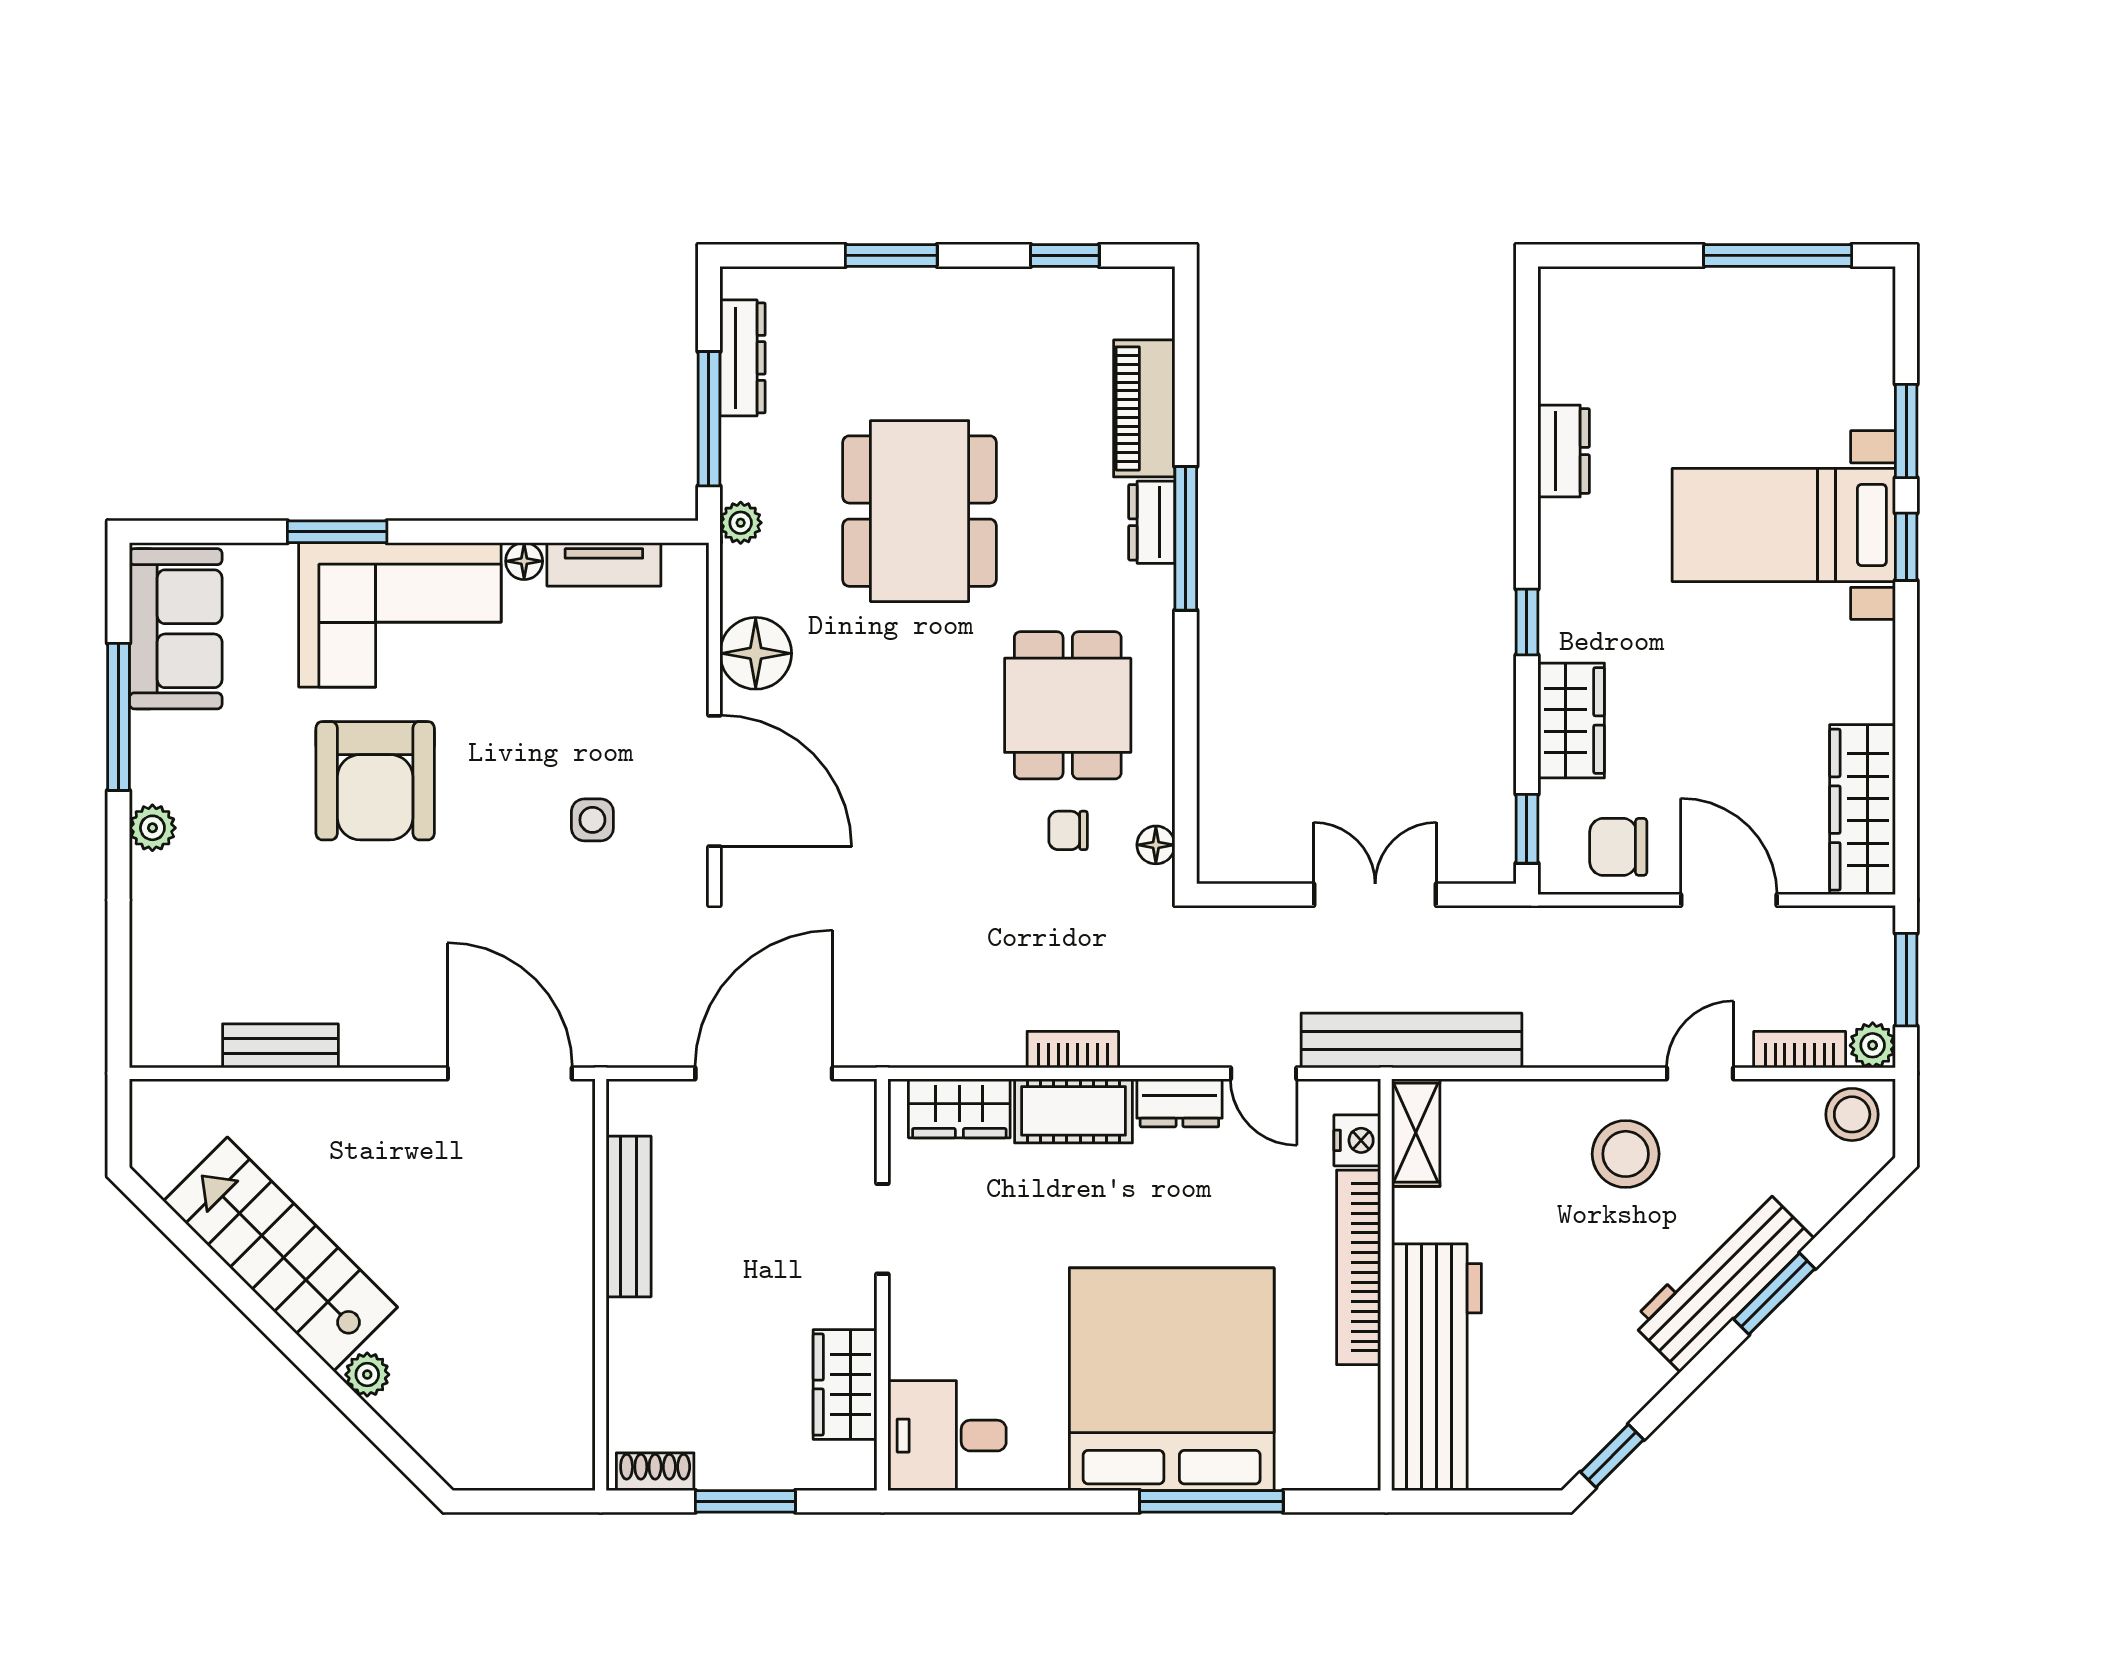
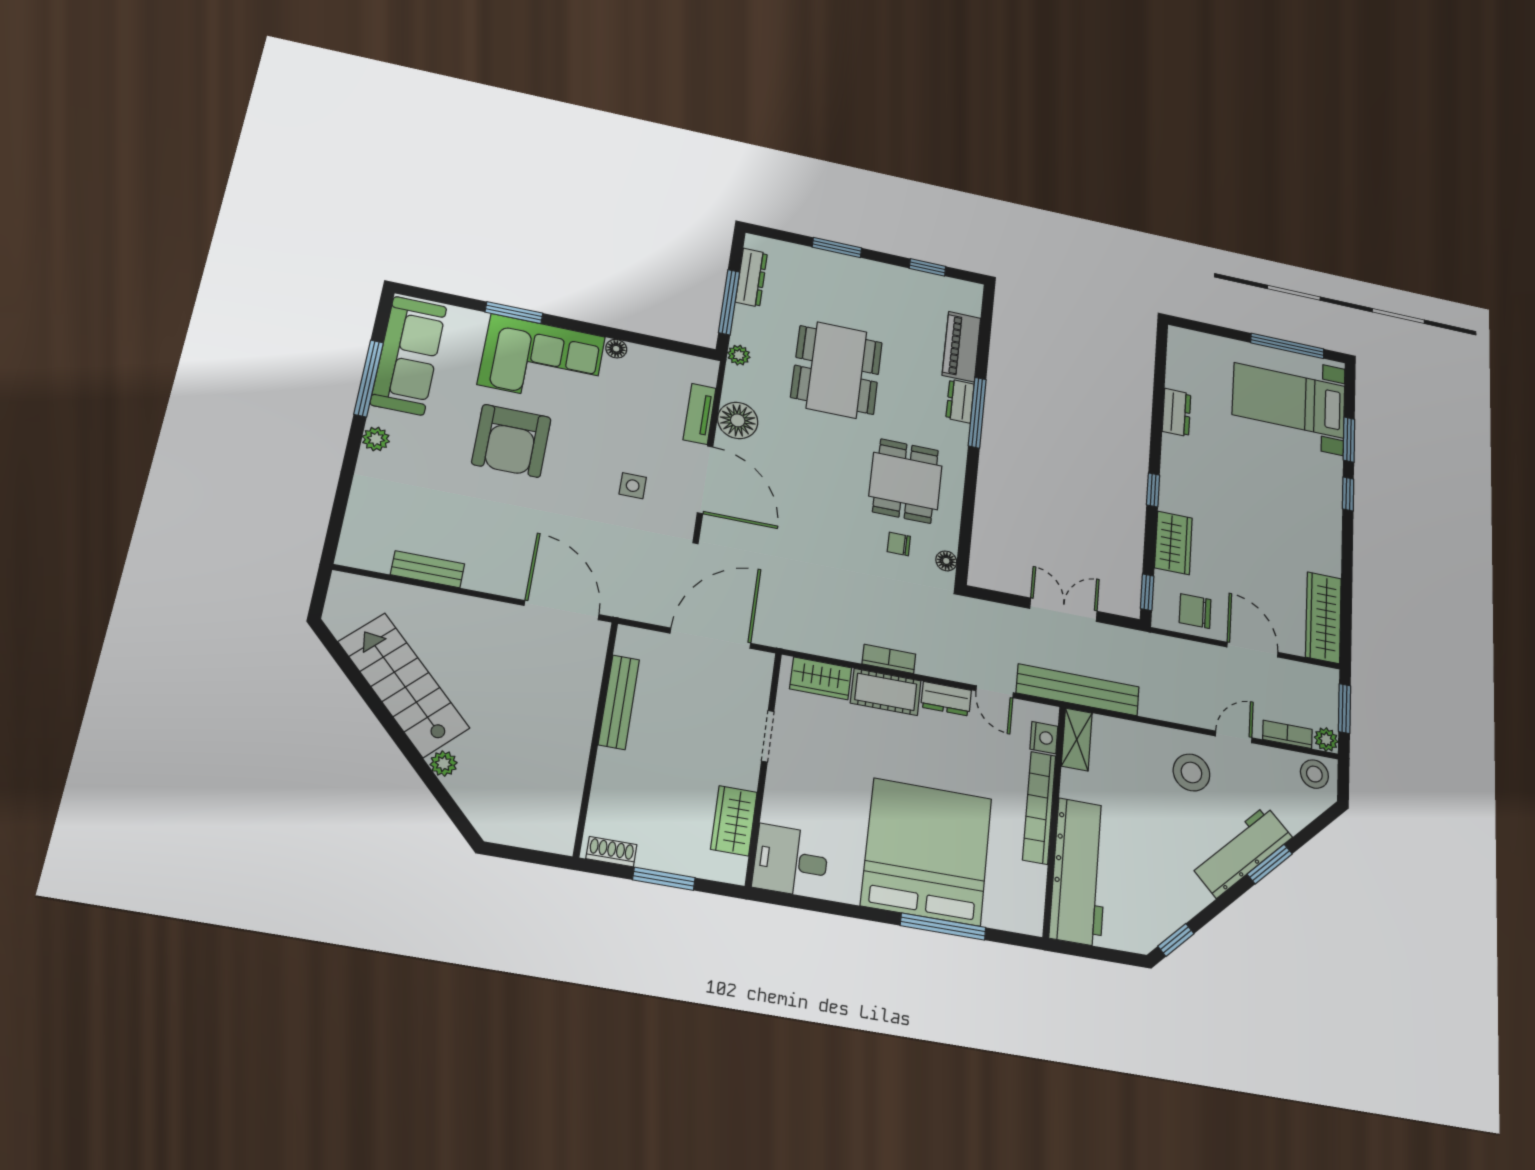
bed with nightstands: (1784, 525) -> (1289, 400), moved
tv unit: (604, 564) -> (699, 414), moved, turned 90
sofa: (176, 629) -> (409, 355), width x1.36

